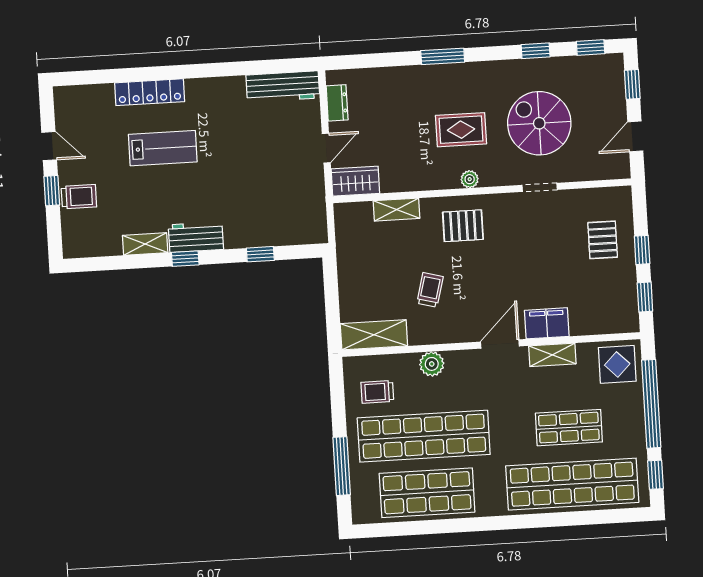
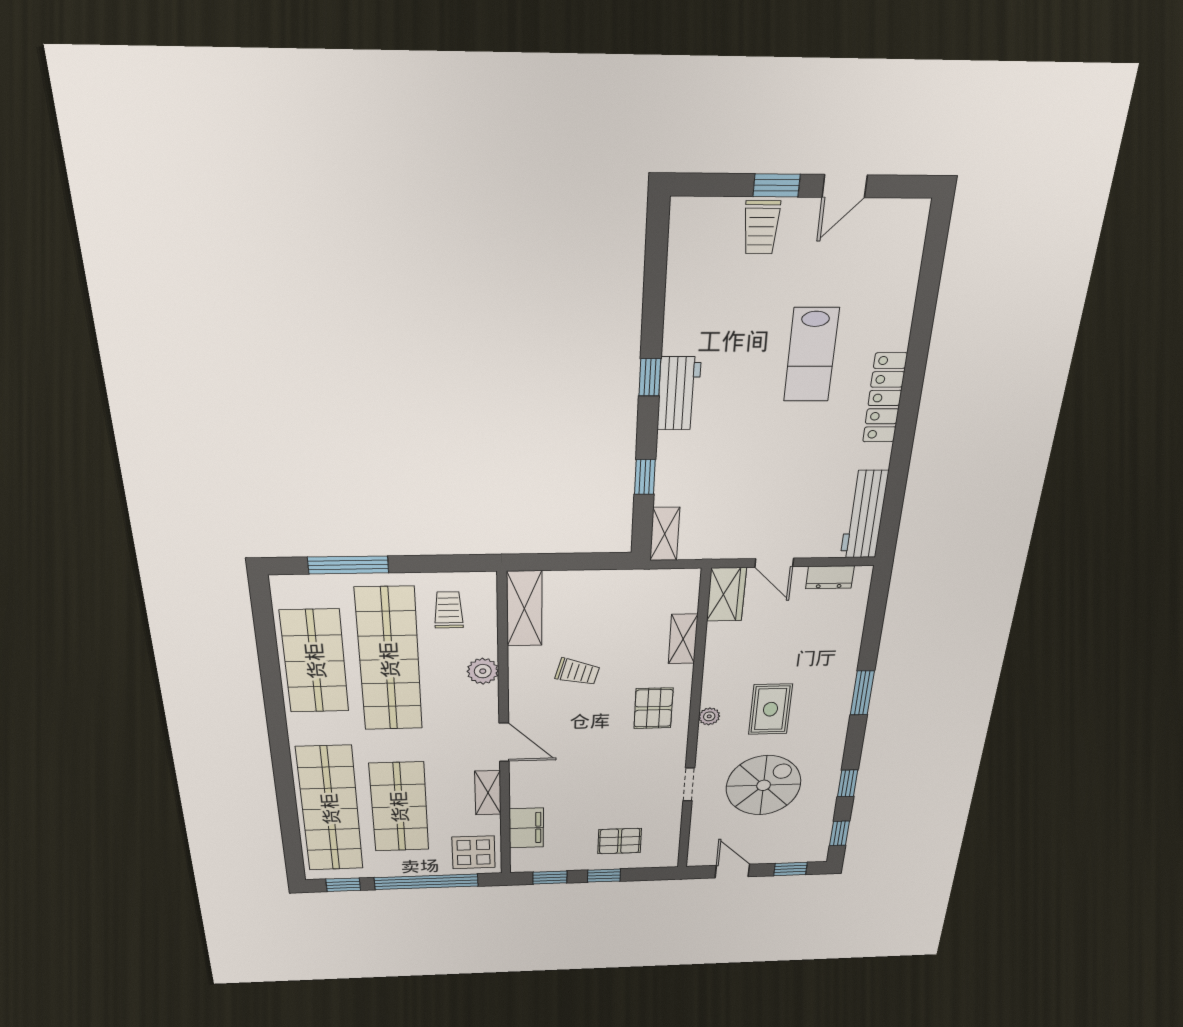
locker: (150, 92) -> (885, 398), moved
shelving: (145, 244) -> (665, 534), moved
filing cabinet: (547, 323) -> (526, 828), moved
shop shelf: (569, 428) -> (399, 807), width x1.43, depth x1.36

